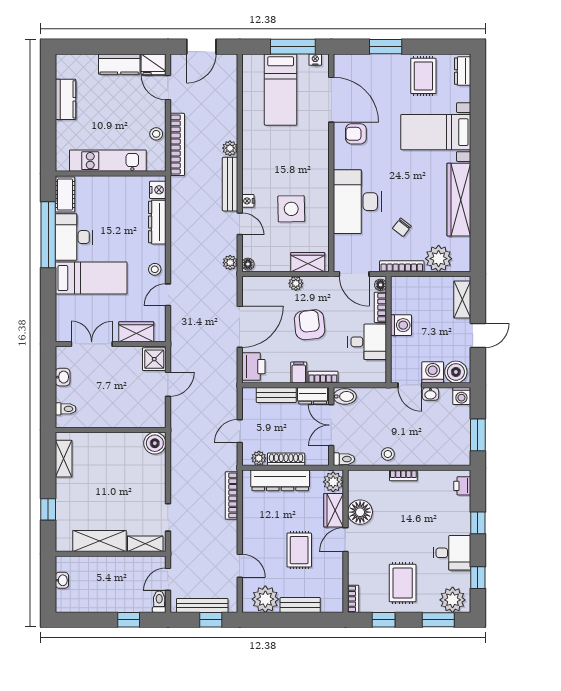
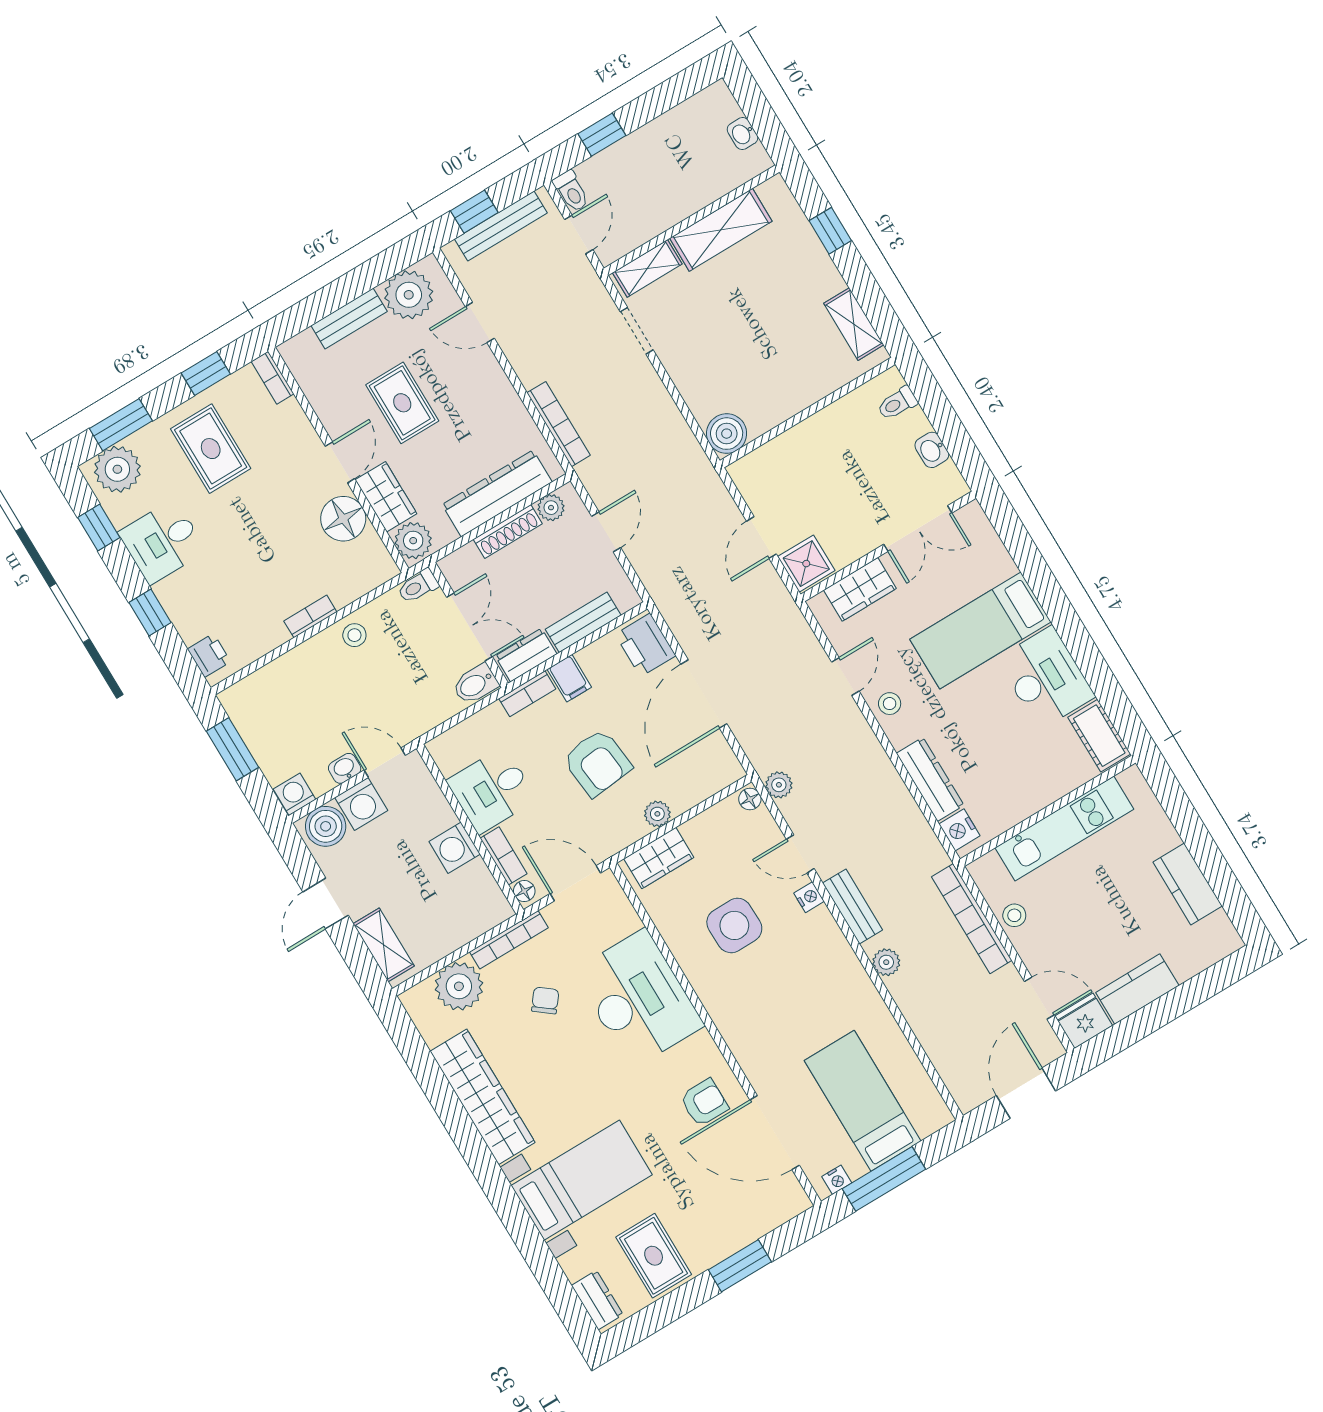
bench: (230, 184) -> (853, 906), width x0.73
window: (48, 235) -> (1088, 657), removed

